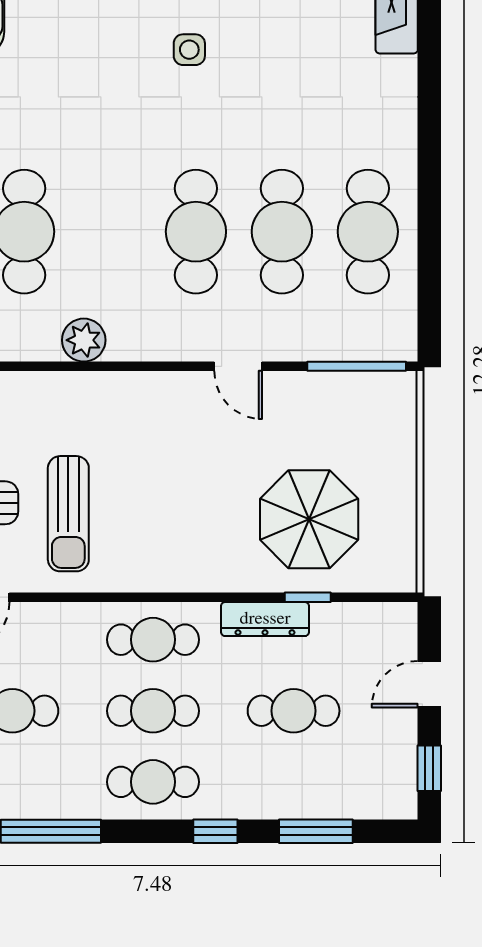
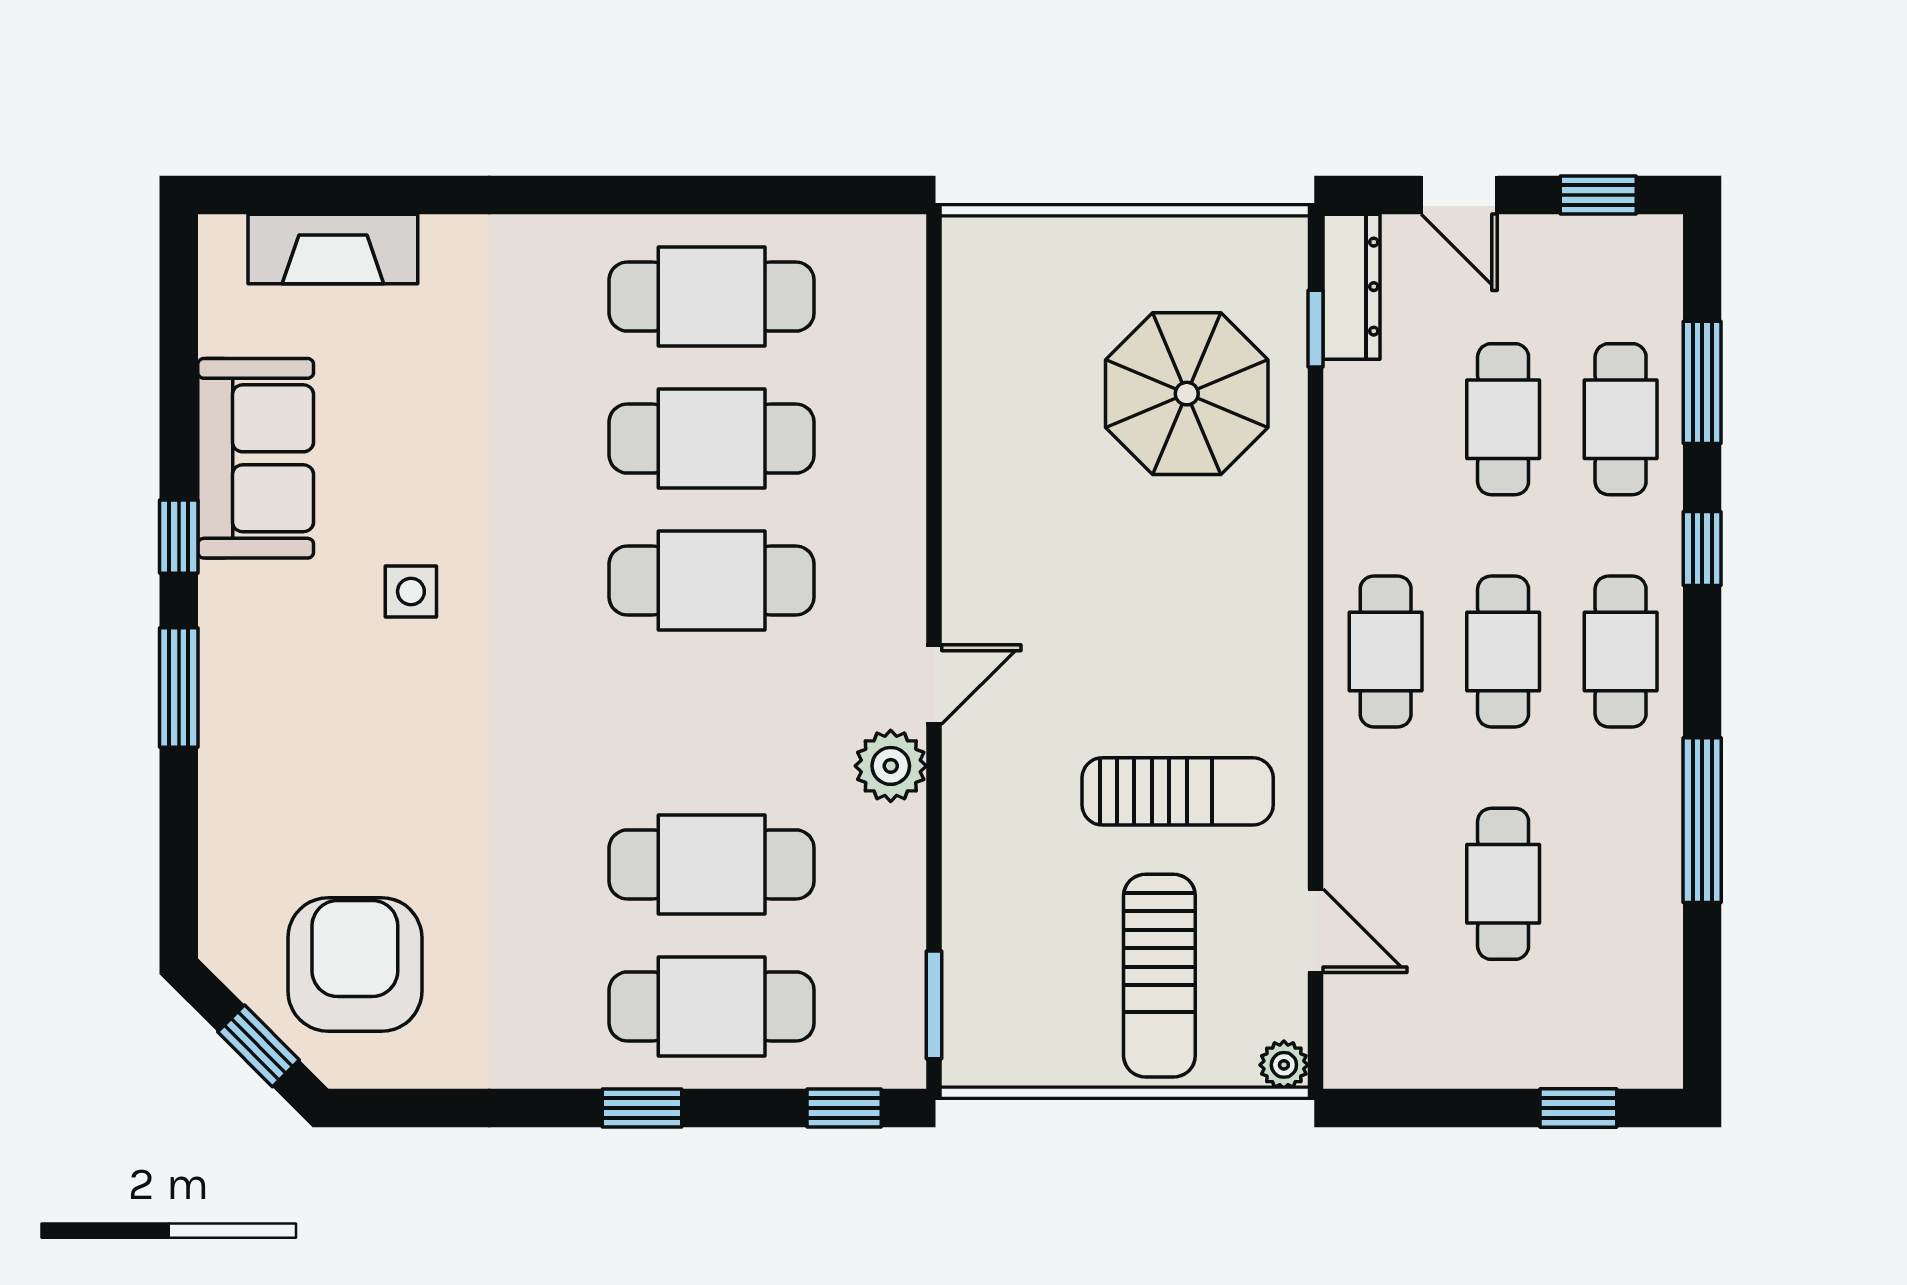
door: (238, 366) -> (934, 684), moved
window: (357, 366) -> (934, 315), removed
window: (308, 597) -> (1316, 329), moved
dresser: (265, 619) -> (1352, 287), moved
cafe table: (294, 782) -> (1621, 419), added

